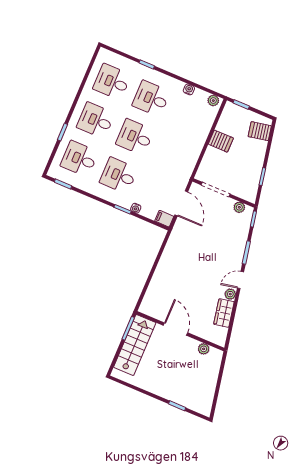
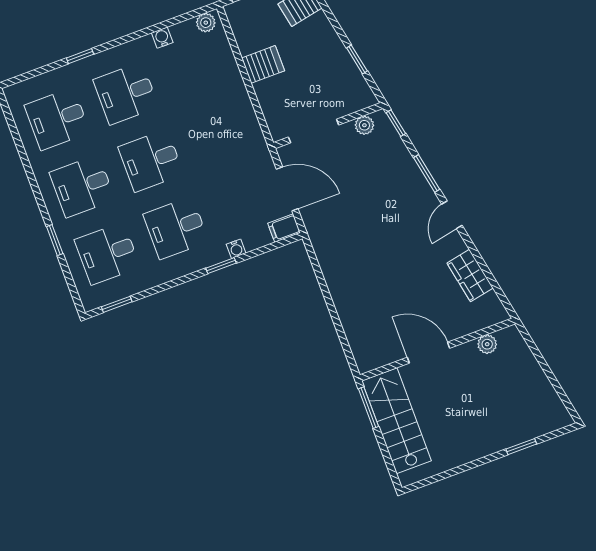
plant: (230, 294) -> (456, 244), removed

